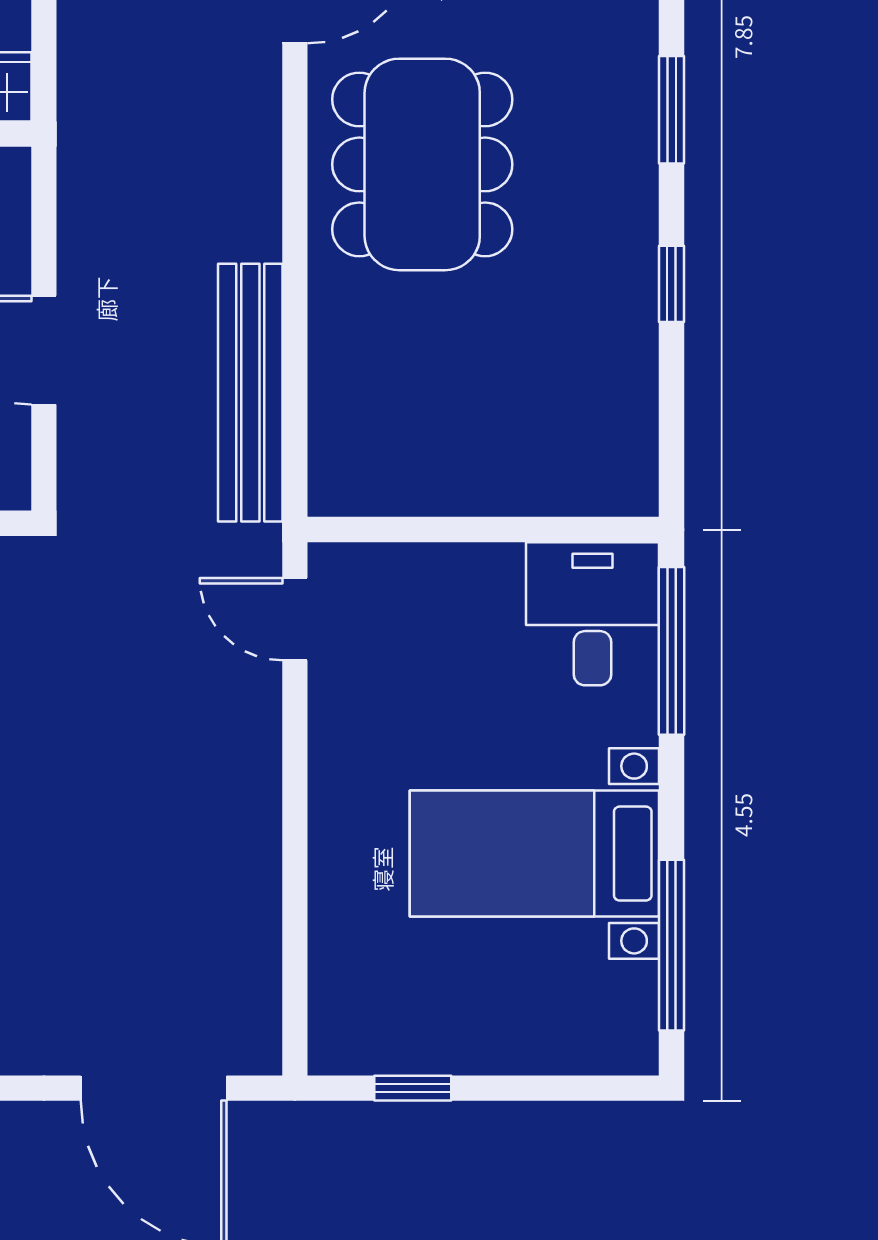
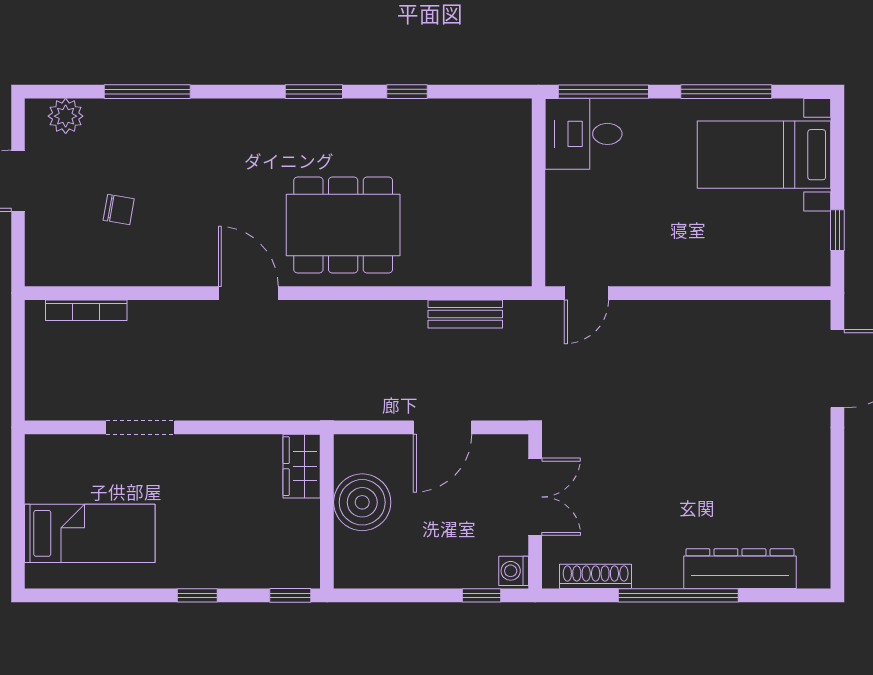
bench: (250, 393) -> (465, 314), width x0.54, depth x0.82
bed with nightstands: (534, 854) -> (764, 155), moved, turned 90
window: (672, 945) -> (726, 92), moved

